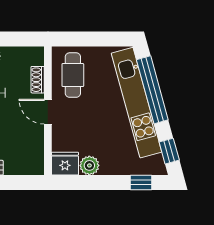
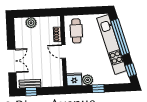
window: (141, 182) -> (98, 89), moved

